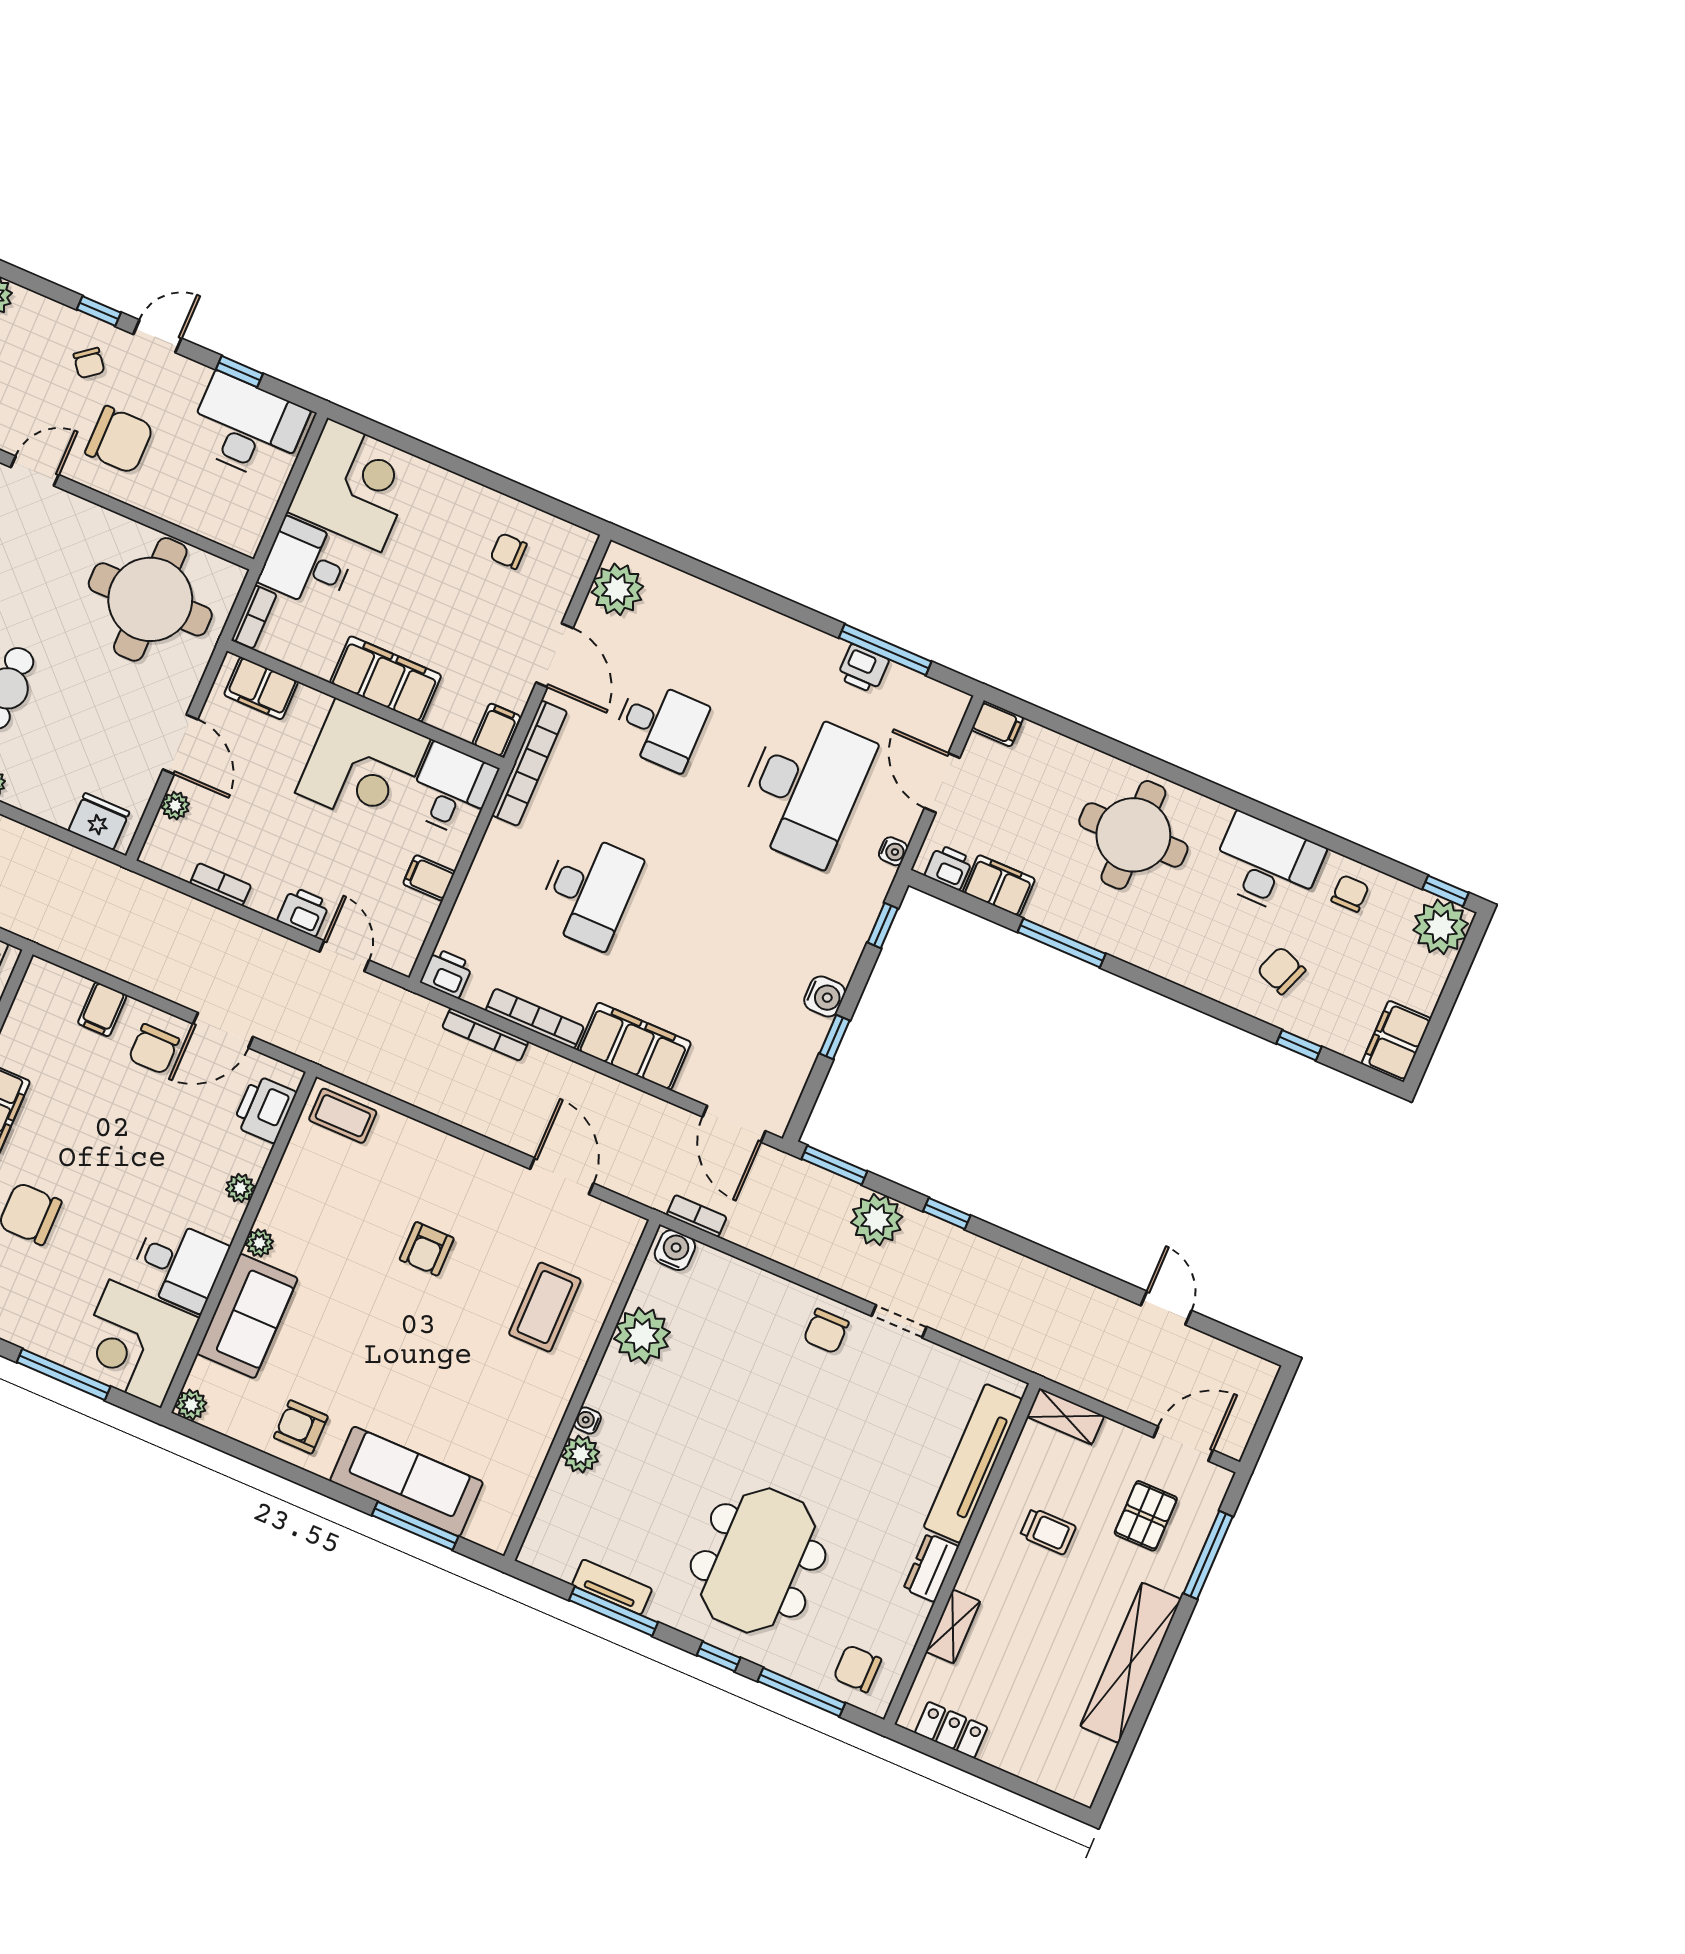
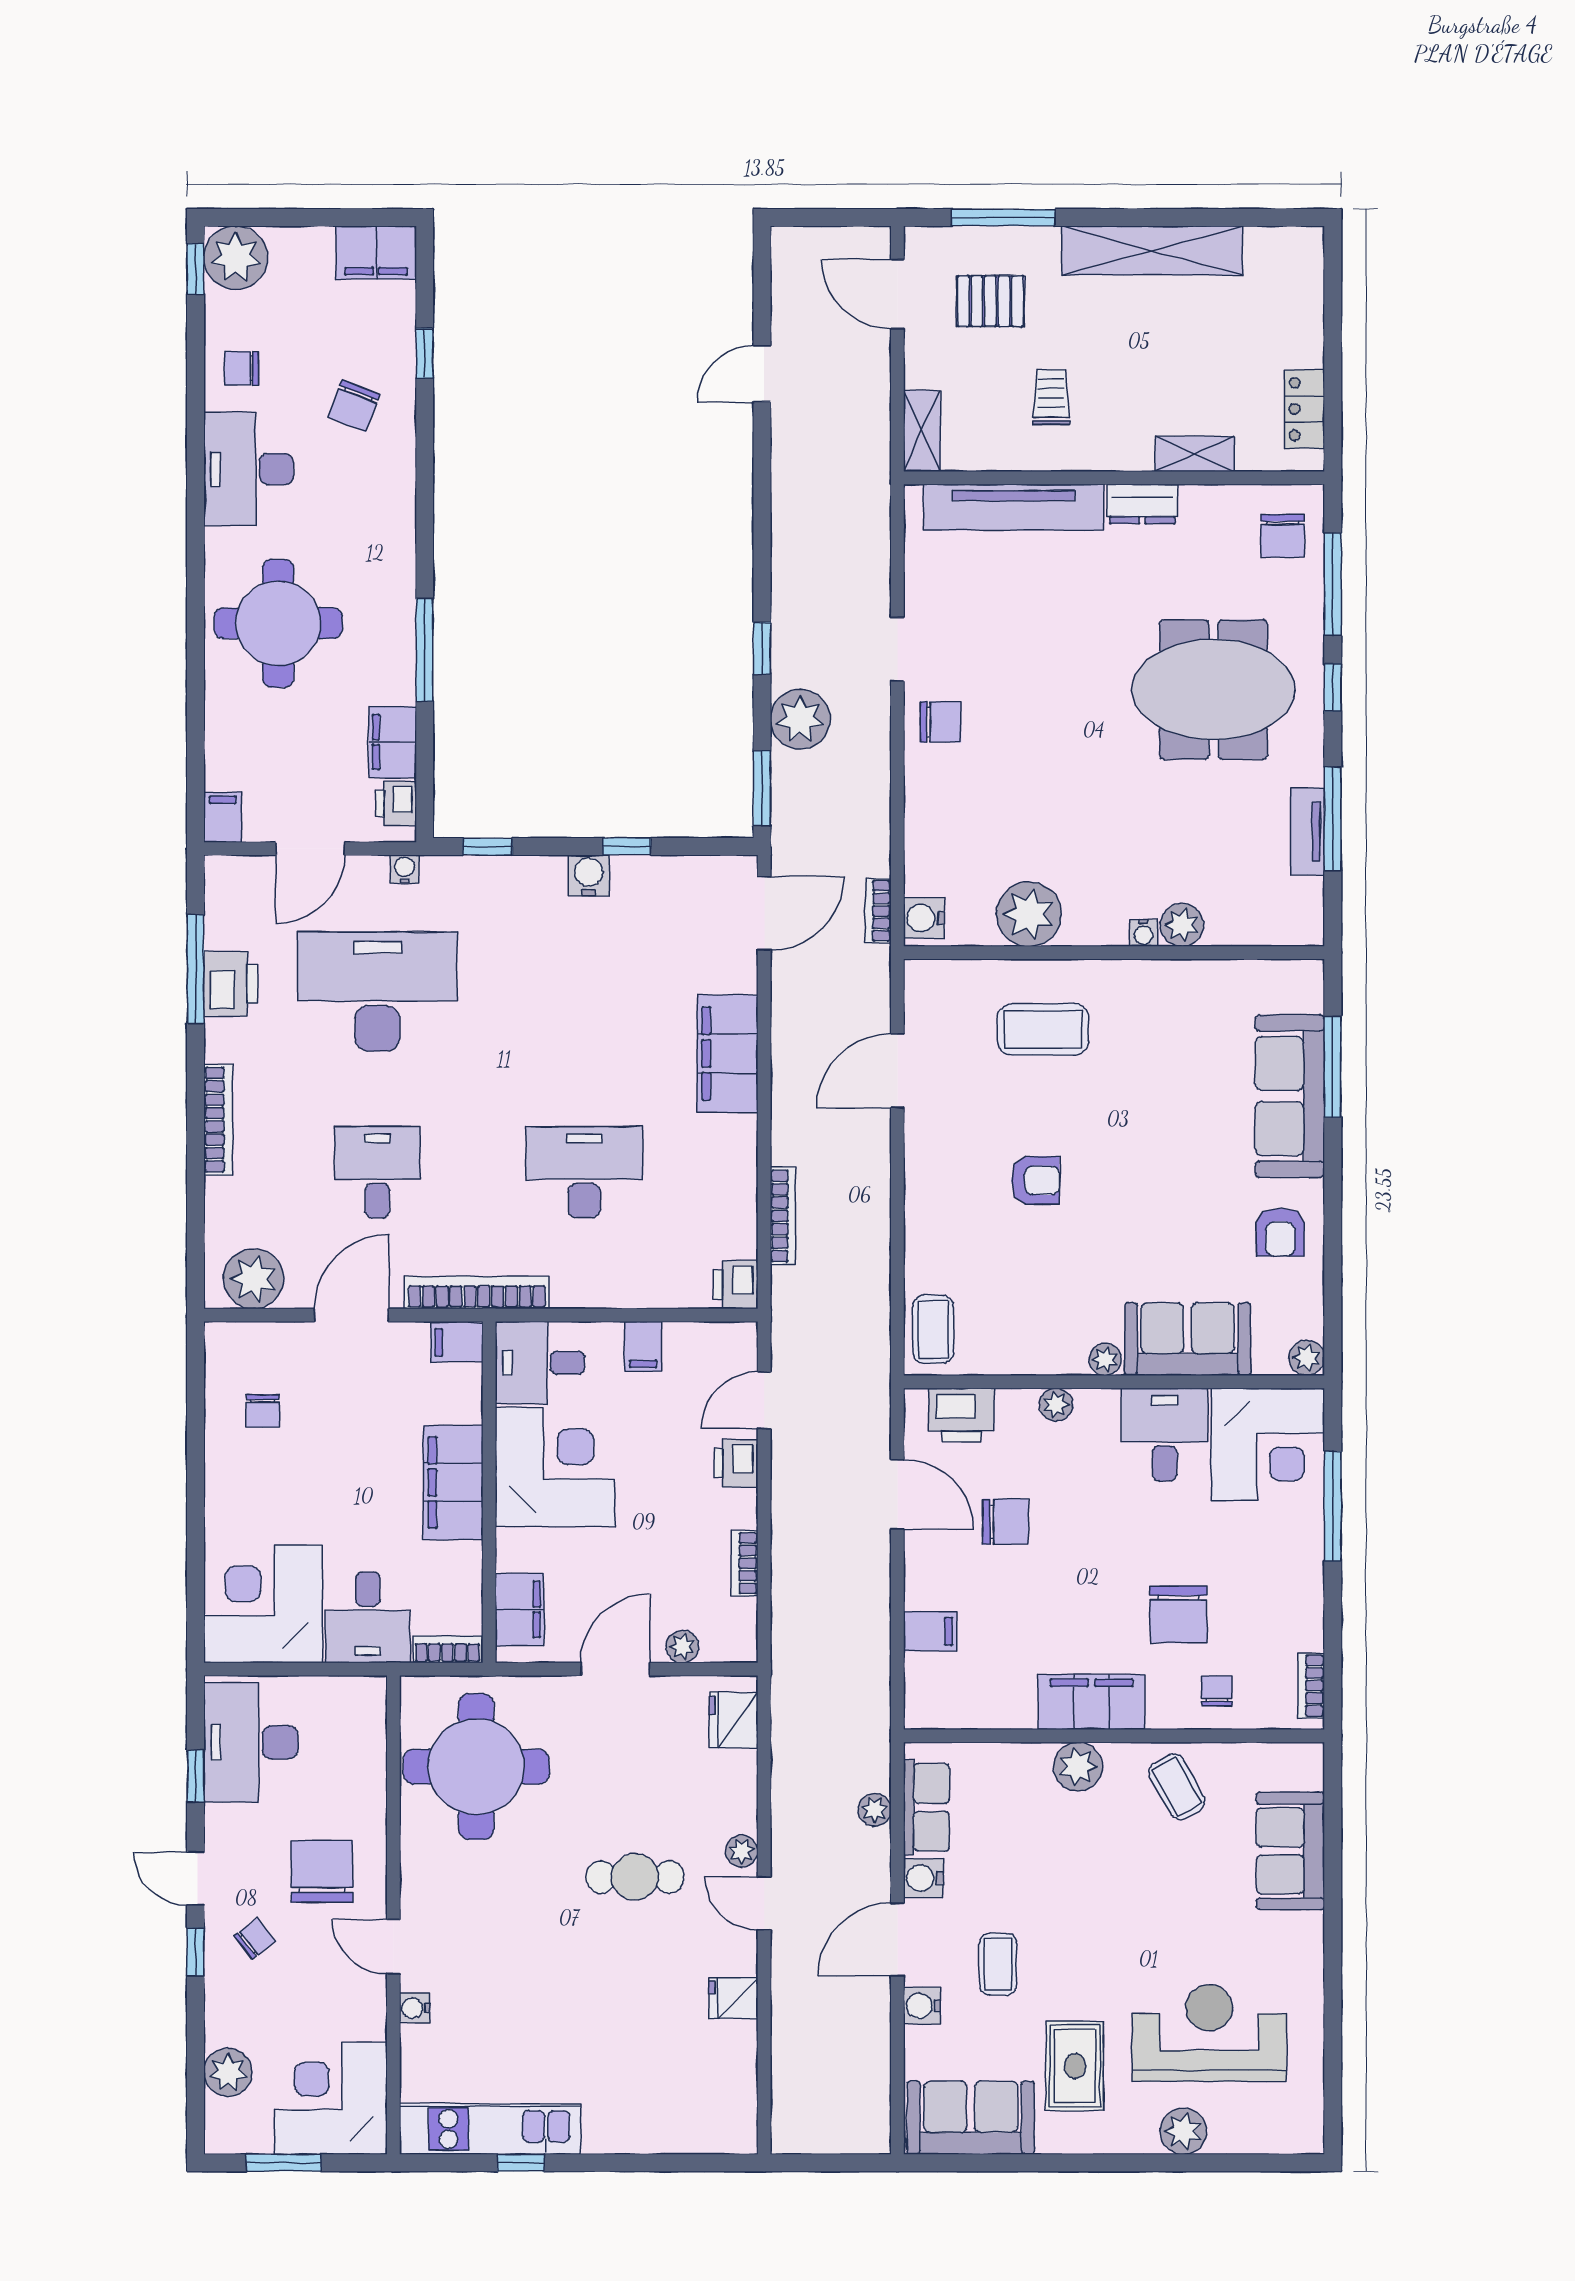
printer: (863, 669) -> (231, 984), width x1.36, depth x1.24
bookcase: (535, 1019) -> (218, 1120), moved, turned 180
chair: (154, 1049) -> (1006, 1522), moved

